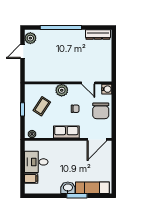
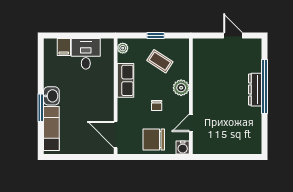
dresser: (98, 35) -> (255, 90), moved
plant: (30, 38) -> (250, 46), removed
row of seats: (66, 132) -> (126, 80), moved

